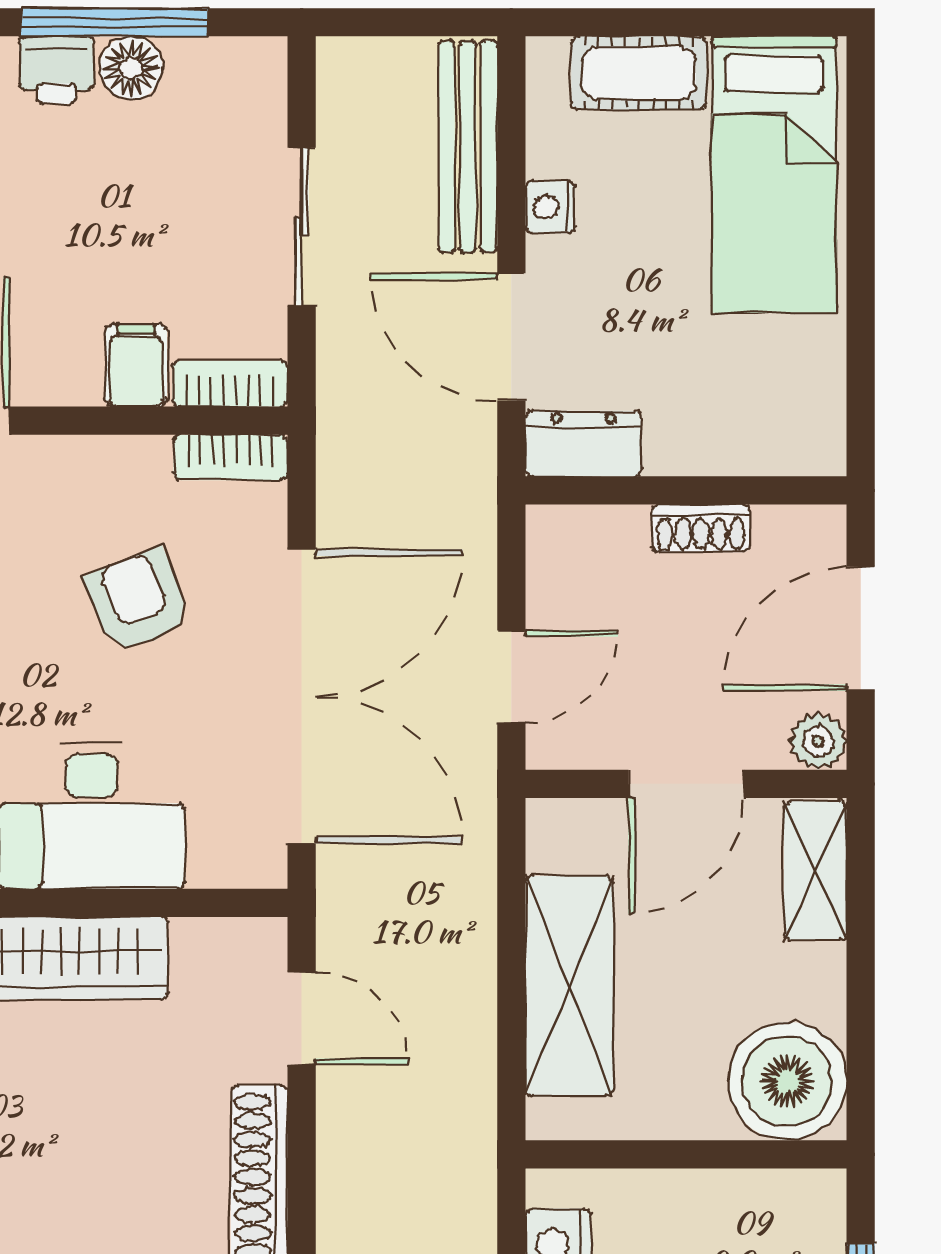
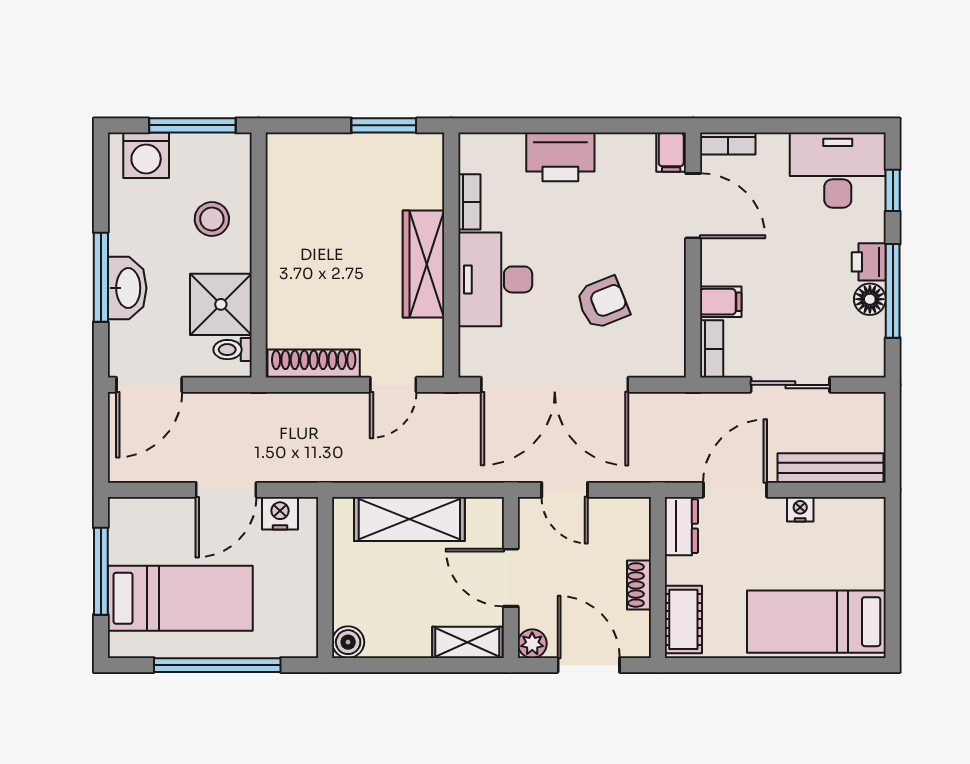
cot: (639, 73) -> (683, 619), moved
bookcase: (231, 457) -> (675, 349), removed
boiler: (787, 1081) -> (348, 642), width x0.54, depth x0.54

